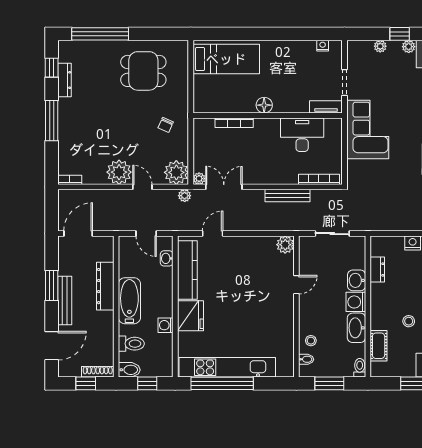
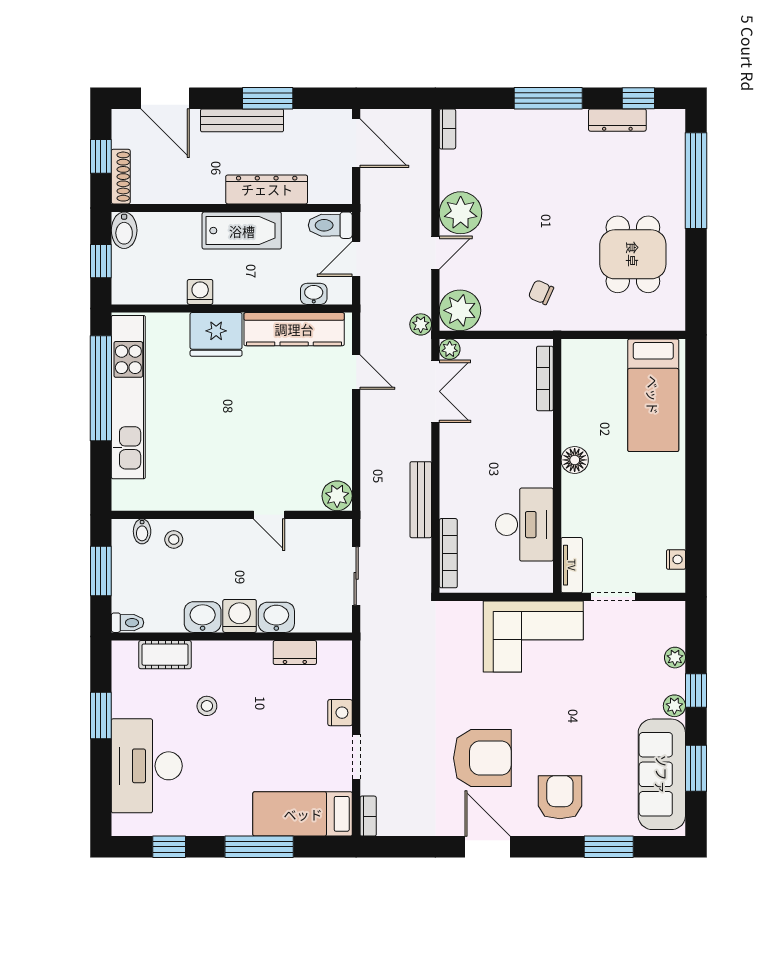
bookcase: (234, 123) -> (545, 378), moved
washbasin: (356, 328) -> (203, 617), width x0.72
toilet: (131, 344) -> (330, 225), moved, turned 90

